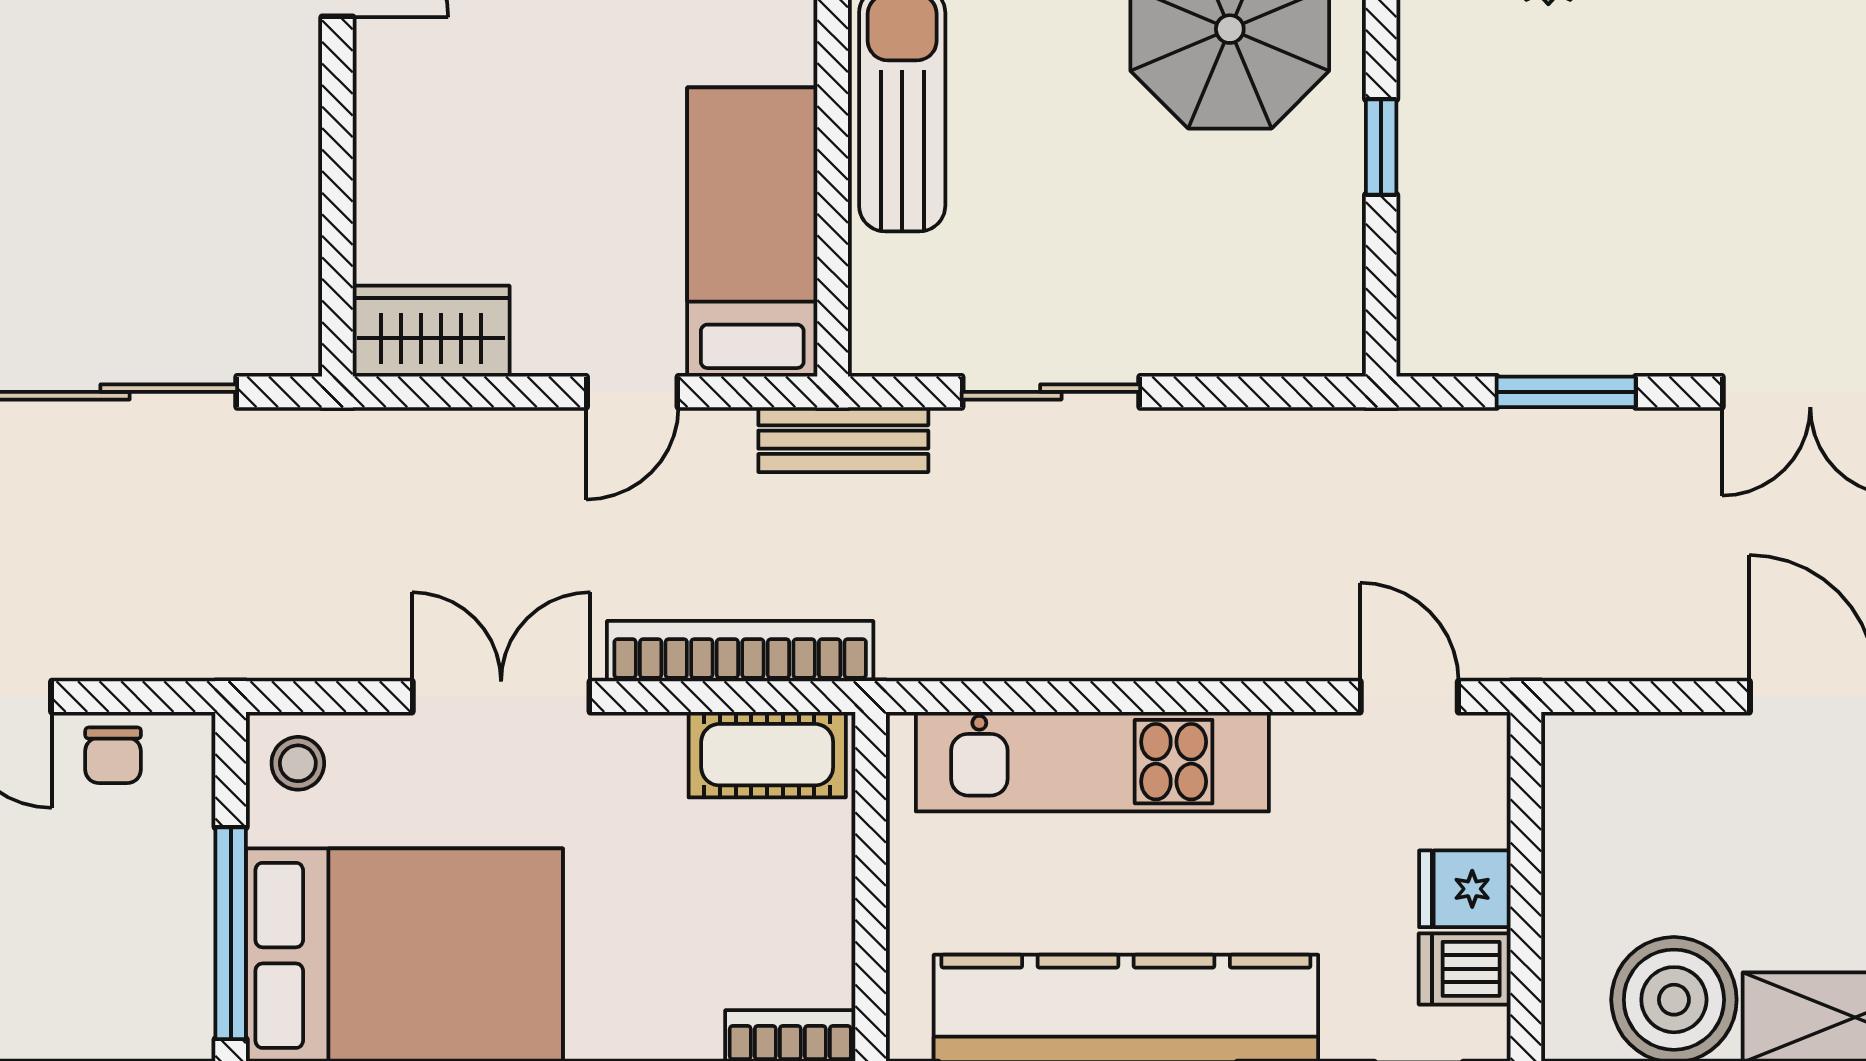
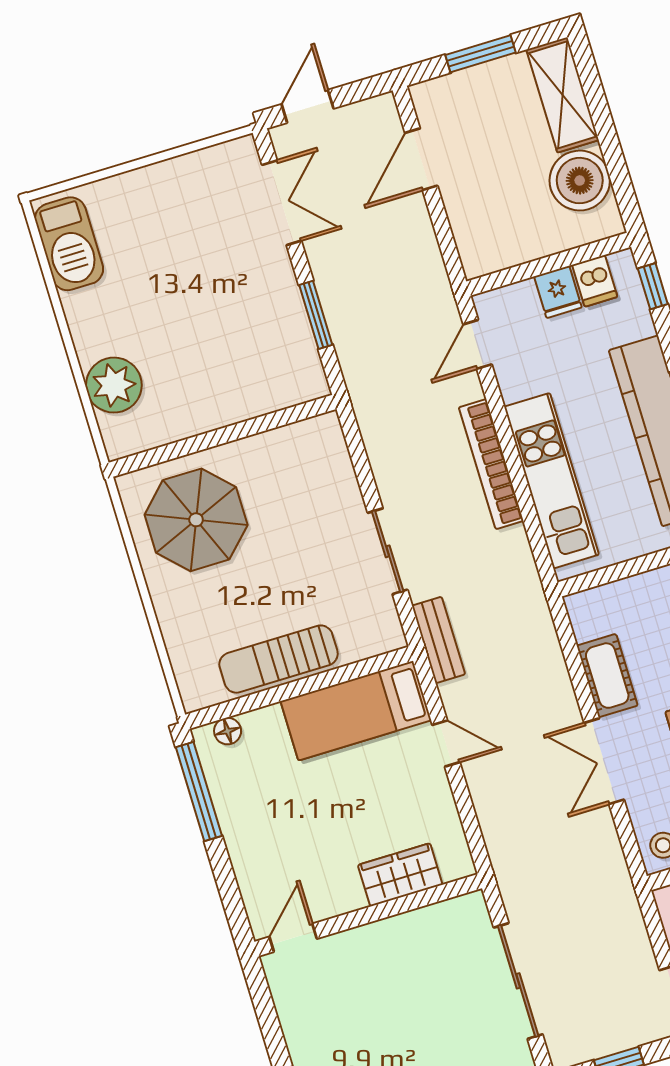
window: (1381, 147) -> (229, 434), removed
wardrobe: (431, 331) -> (400, 875), moved, turned 90
bookcase: (740, 651) -> (491, 464), moved
cot: (767, 755) -> (607, 676), moved

